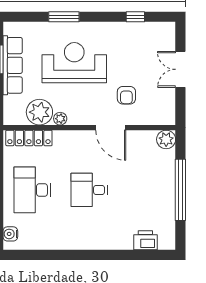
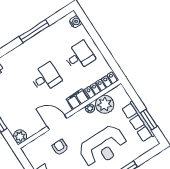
filing cabinet: (68, 139) -> (78, 99), added
desk: (32, 190) -> (79, 56), width x0.73
window: (67, 255) -> (34, 31), added

